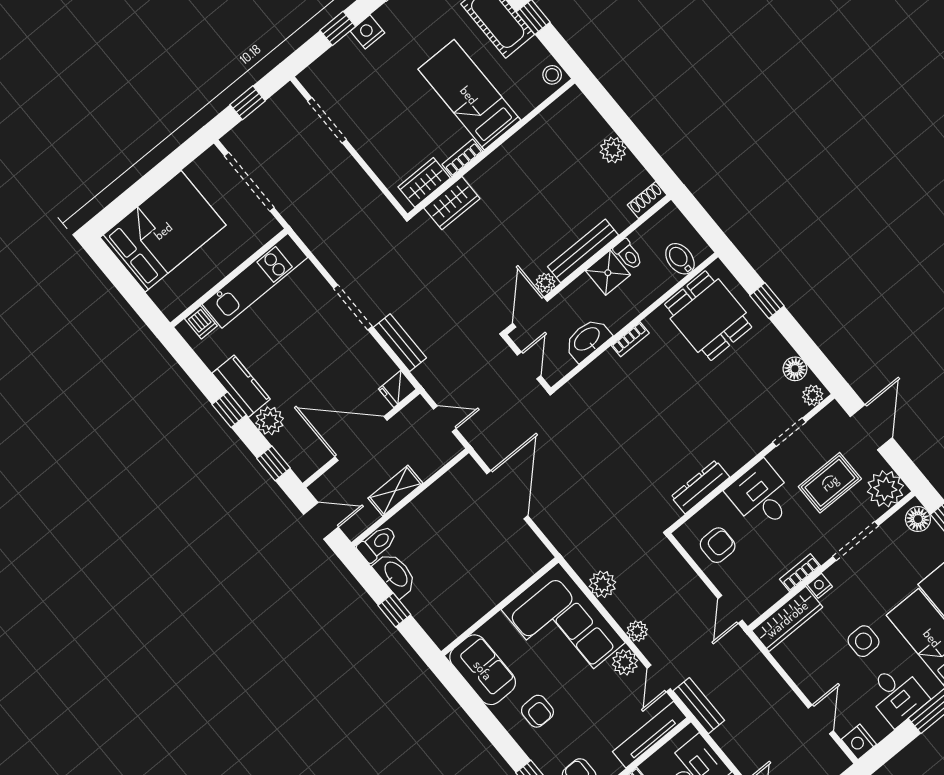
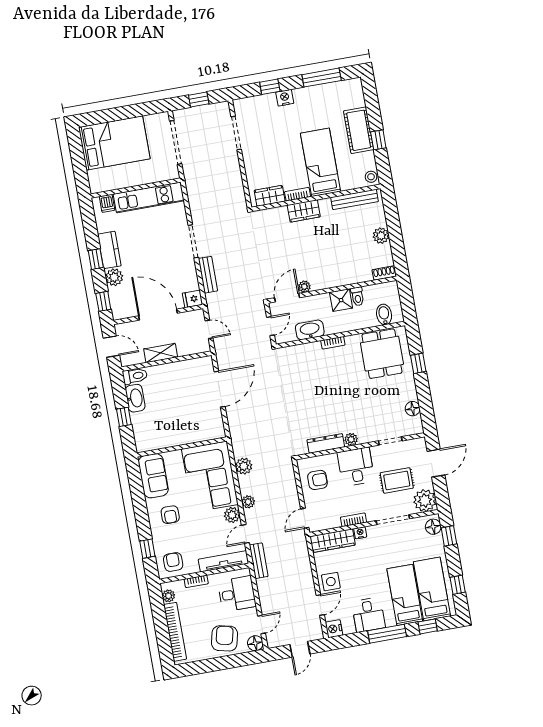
wardrobe: (452, 203) -> (304, 211), moved
bench: (583, 251) -> (355, 199), moved
plant: (813, 395) -> (351, 439), moved
side table: (863, 641) -> (331, 582), moved

